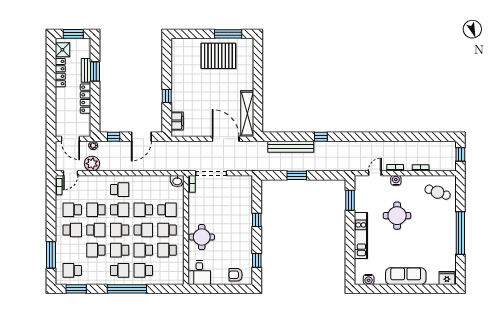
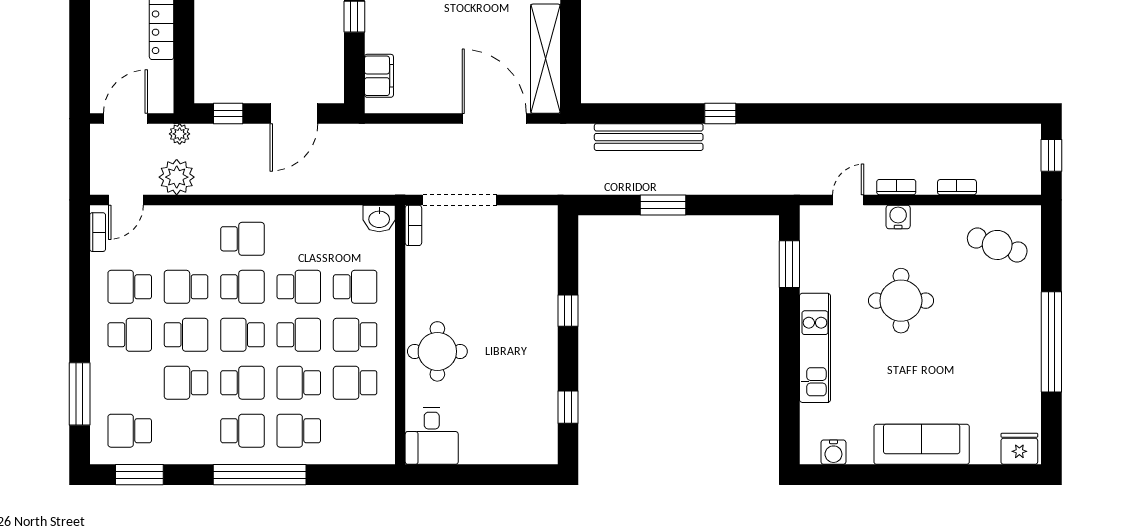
door: (70, 139) -> (125, 119), swing flipped
school desk: (143, 210) -> (299, 287), turned 180
school desk: (120, 250) -> (242, 383), turned 180
armchair: (236, 275) -> (518, 441), removed

